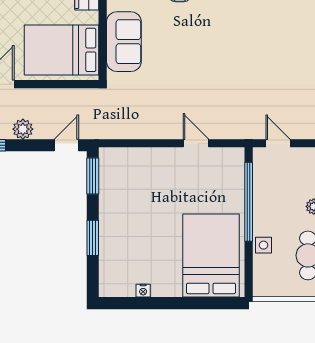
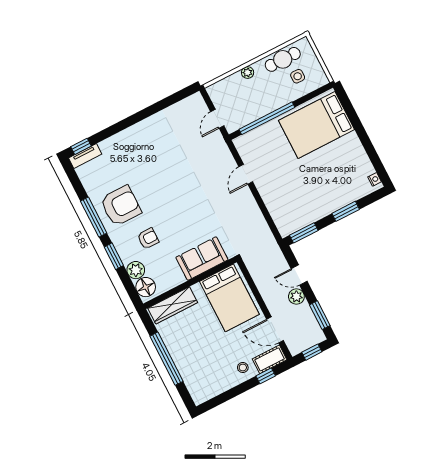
door: (66, 145) -> (299, 275), moved
side table: (264, 245) -> (298, 76), moved
nightstand: (143, 291) -> (375, 179), moved

